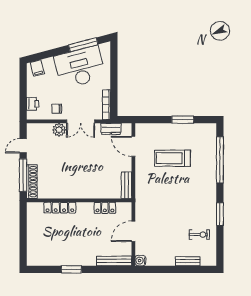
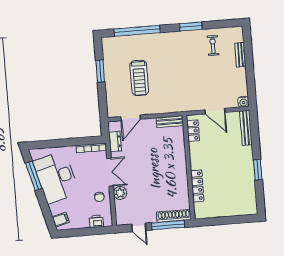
locker: (105, 208) -> (193, 131), moved

